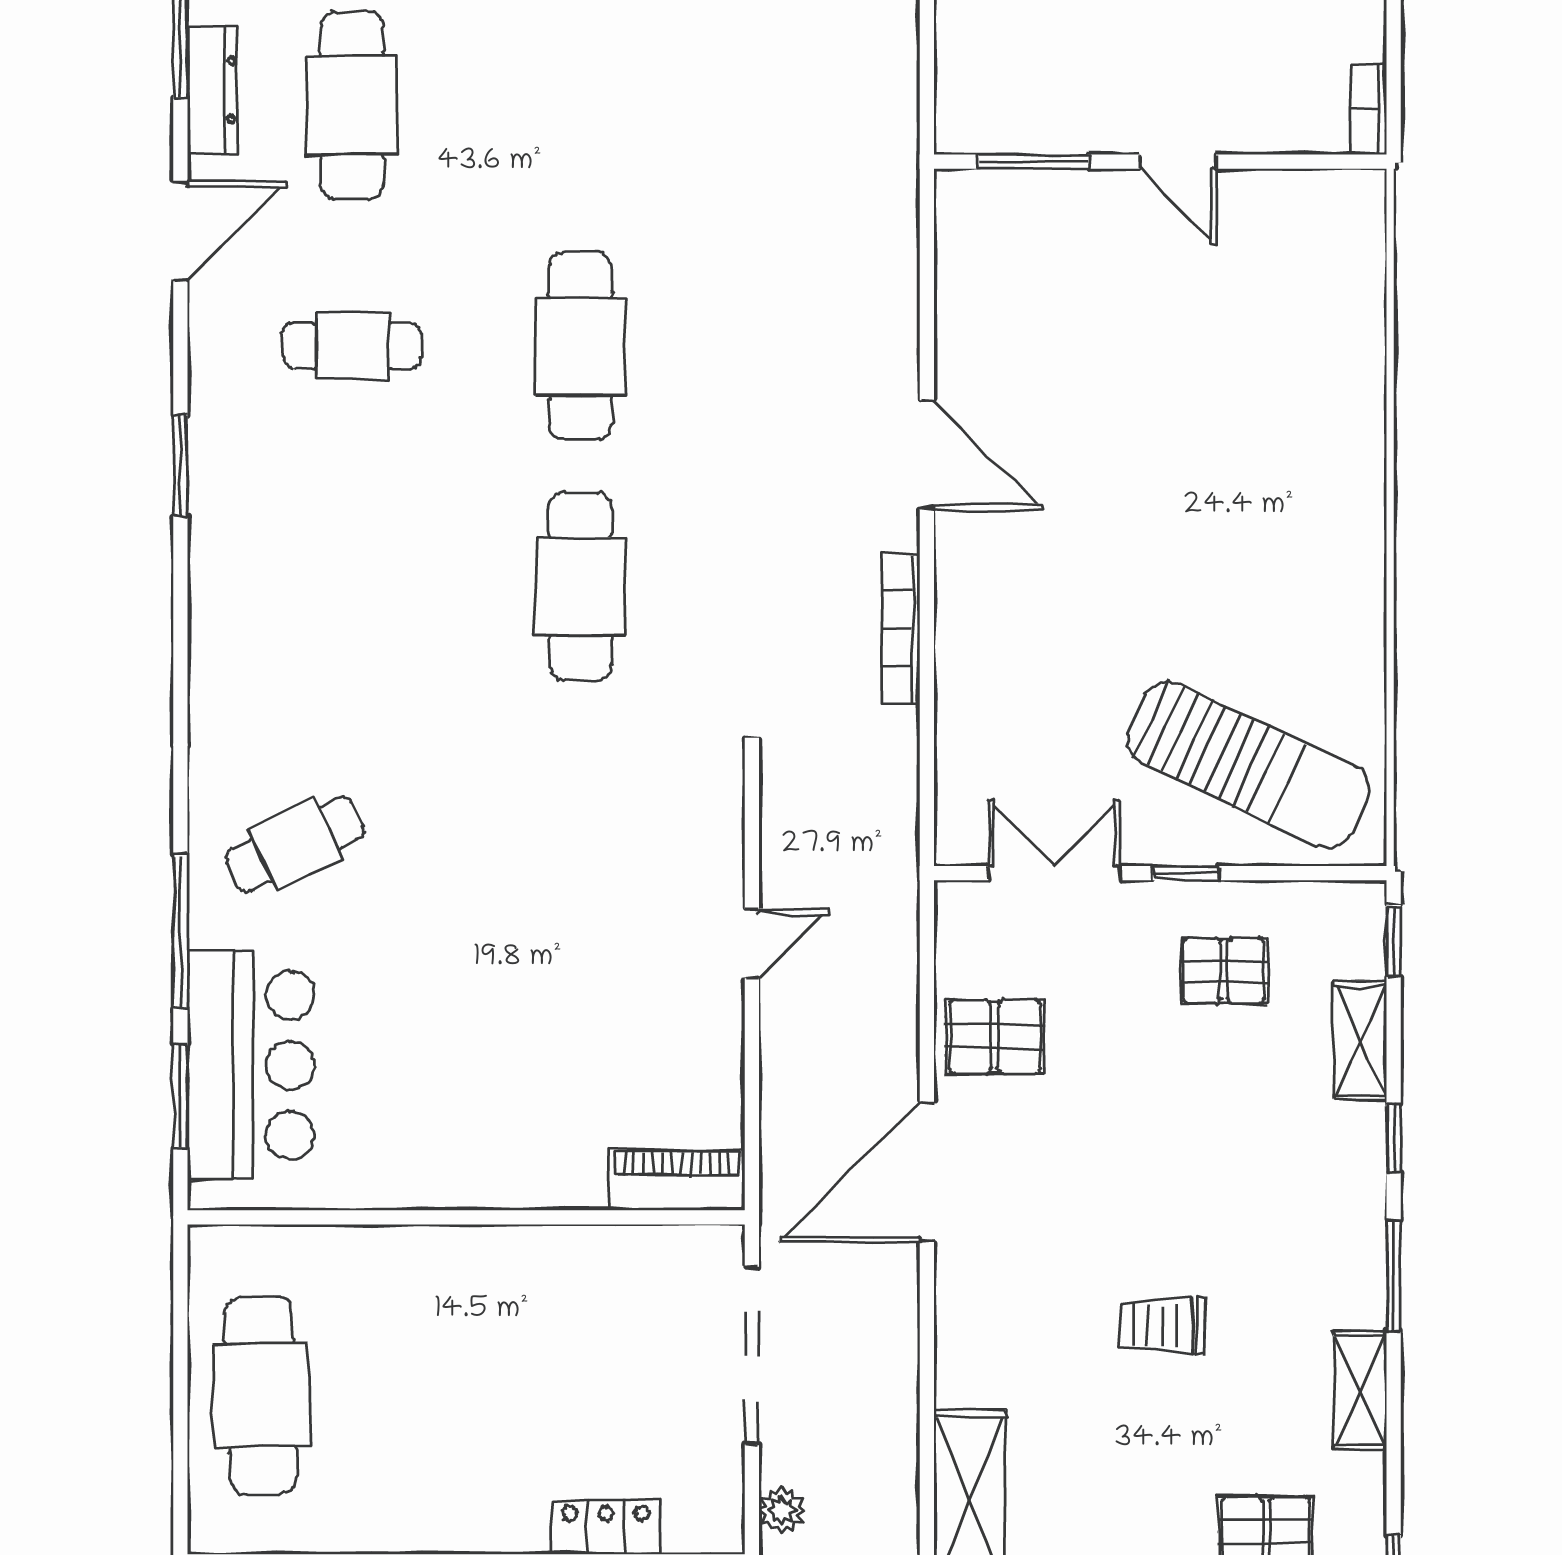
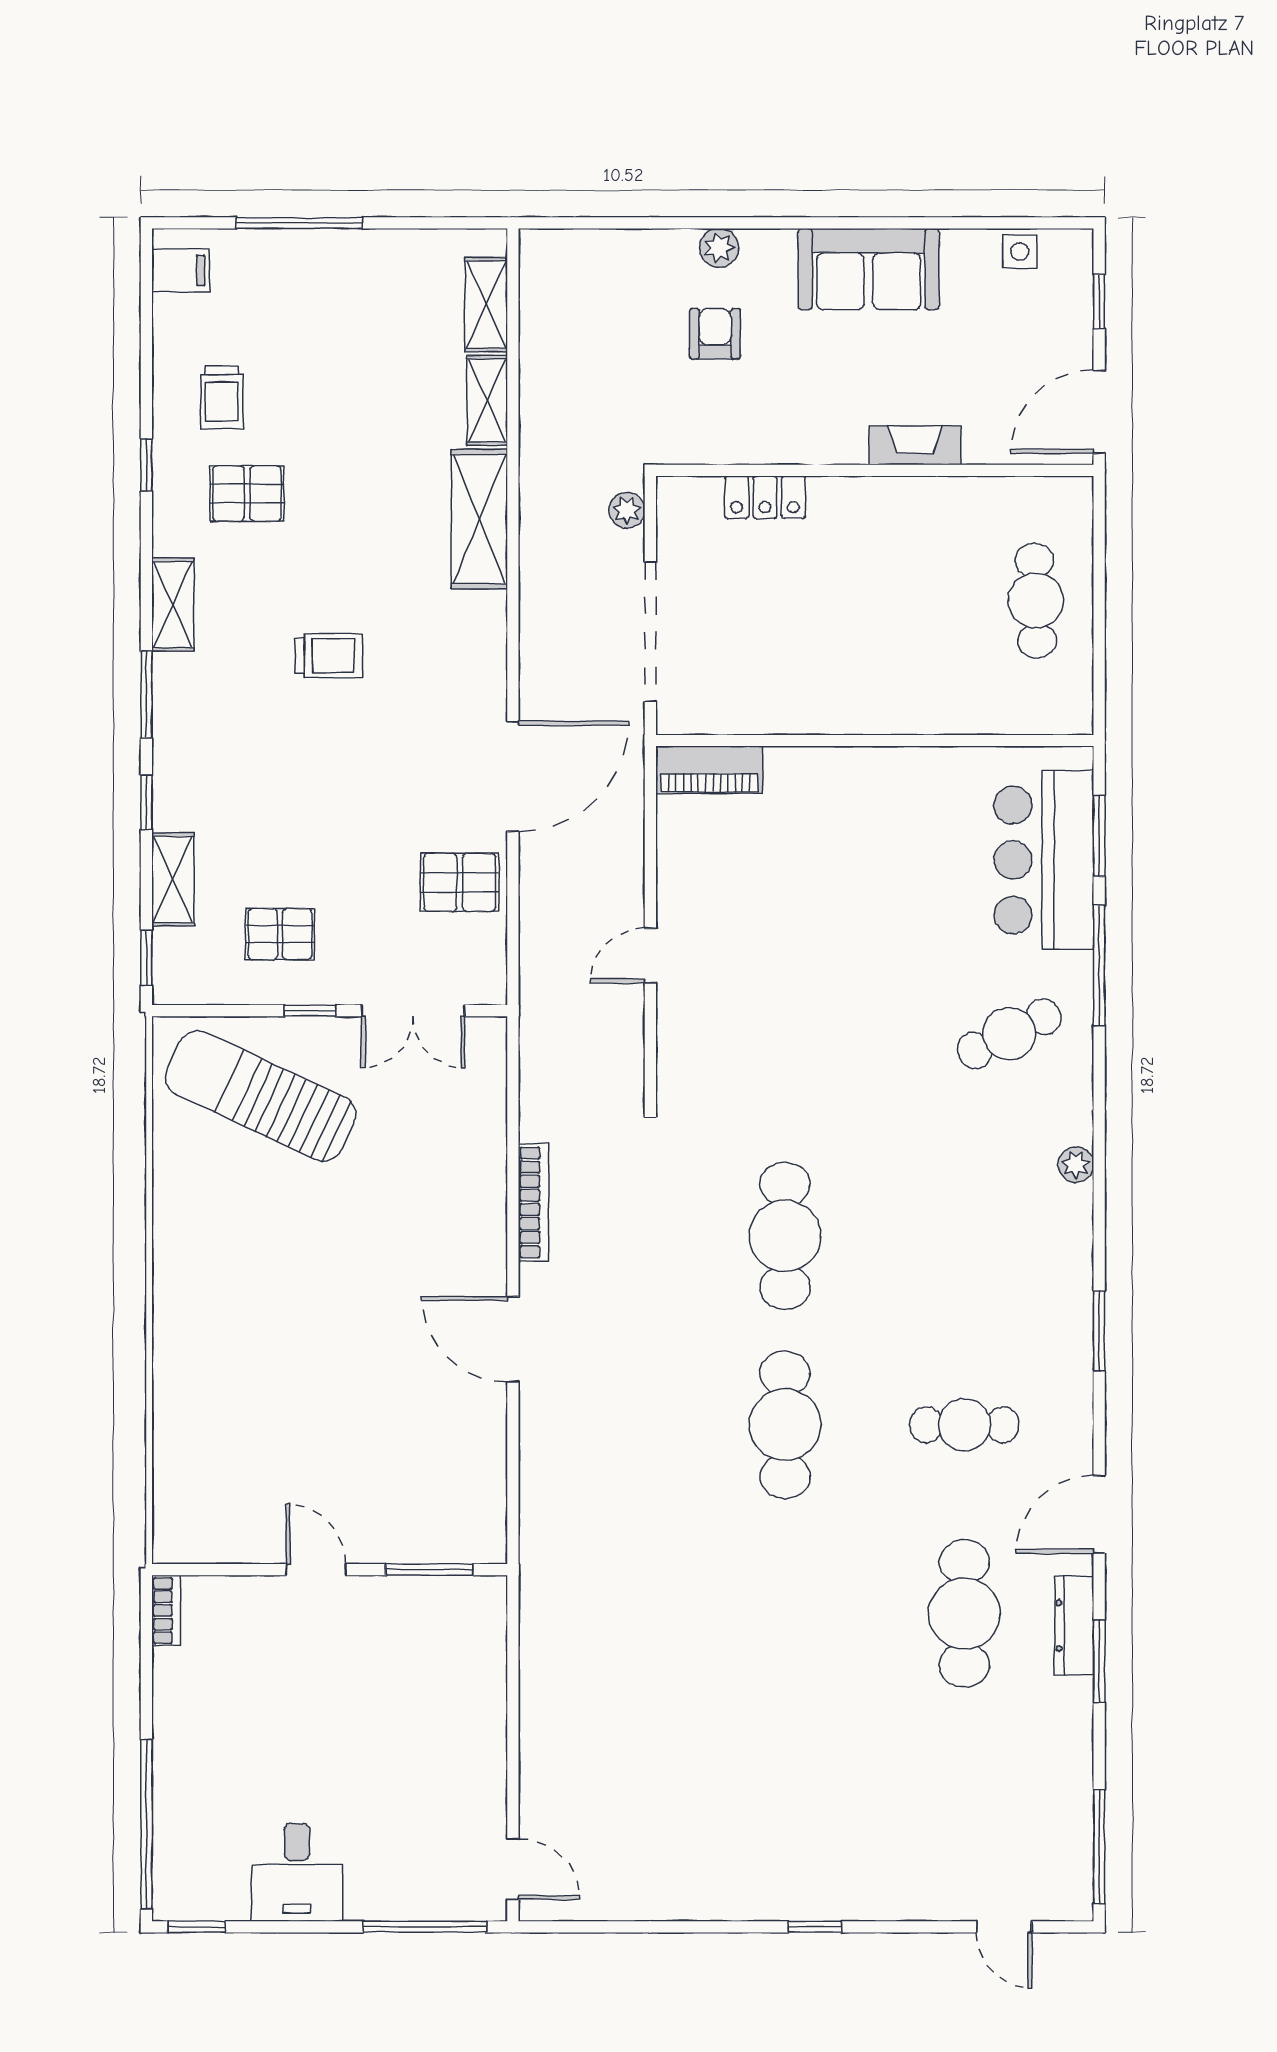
plant: (210, 677) -> (1076, 1165), added
cafe table: (261, 1395) -> (1036, 601), width x0.73, depth x0.74

